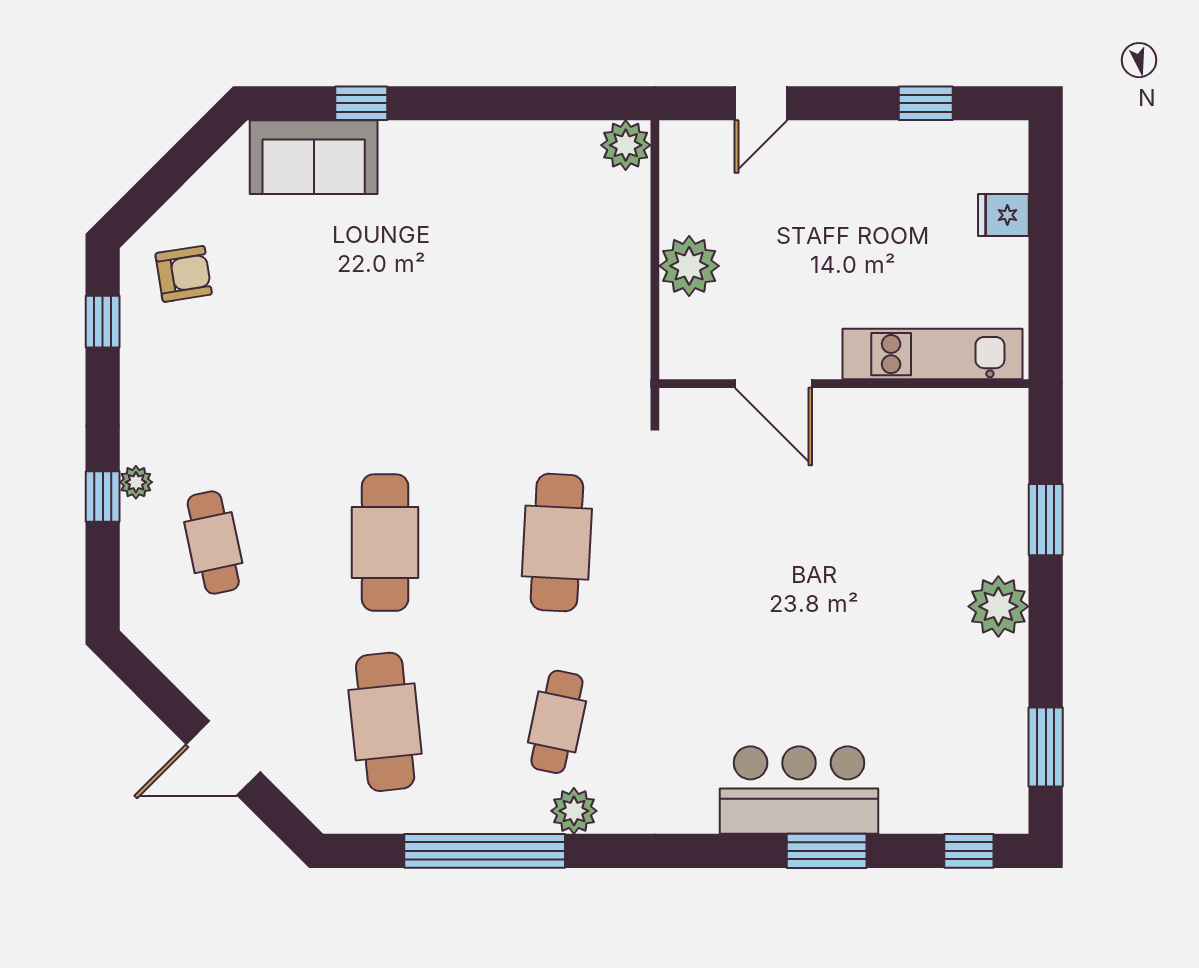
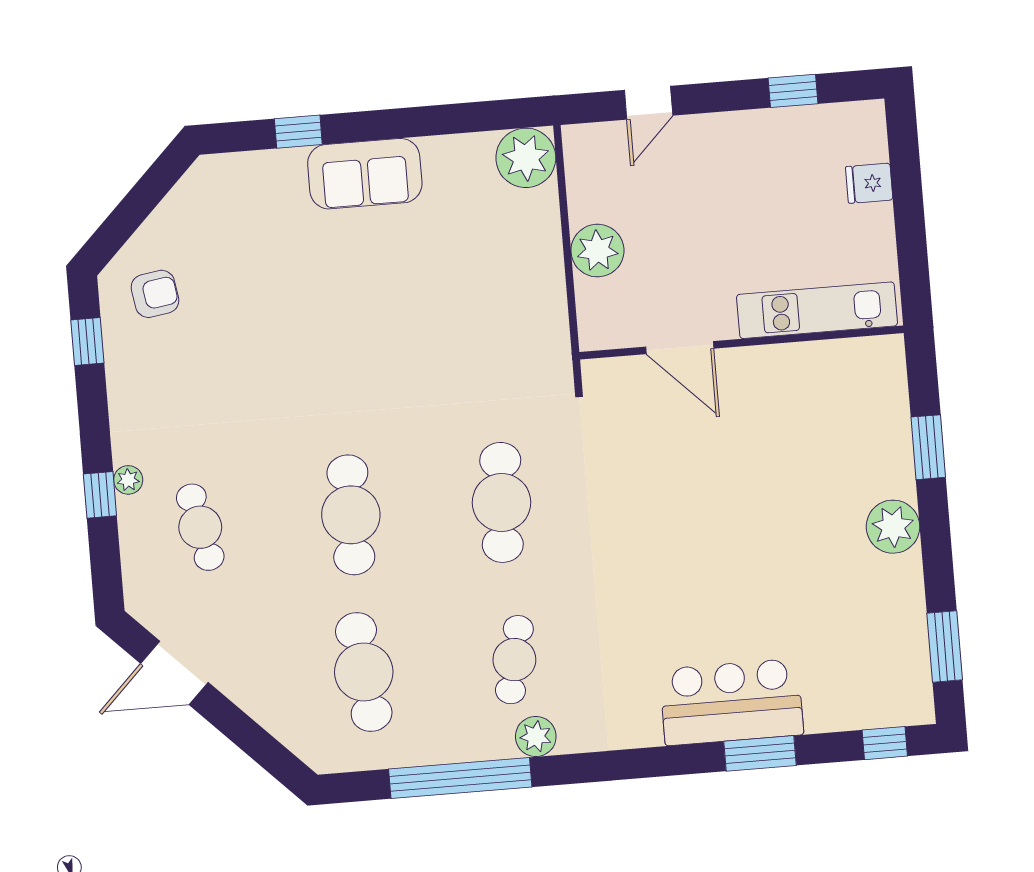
plant: (626, 145) -> (526, 158), width x1.36, depth x1.36
sofa: (314, 157) -> (365, 174), moved
door: (223, 758) -> (174, 673), moved

